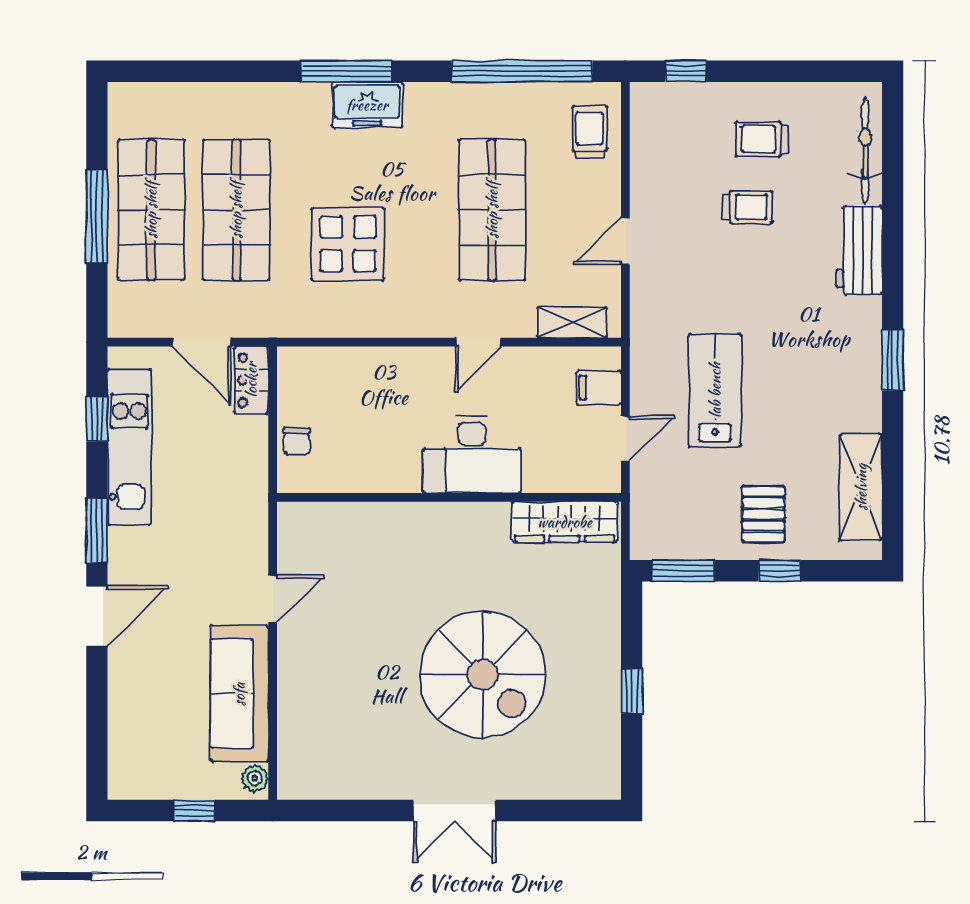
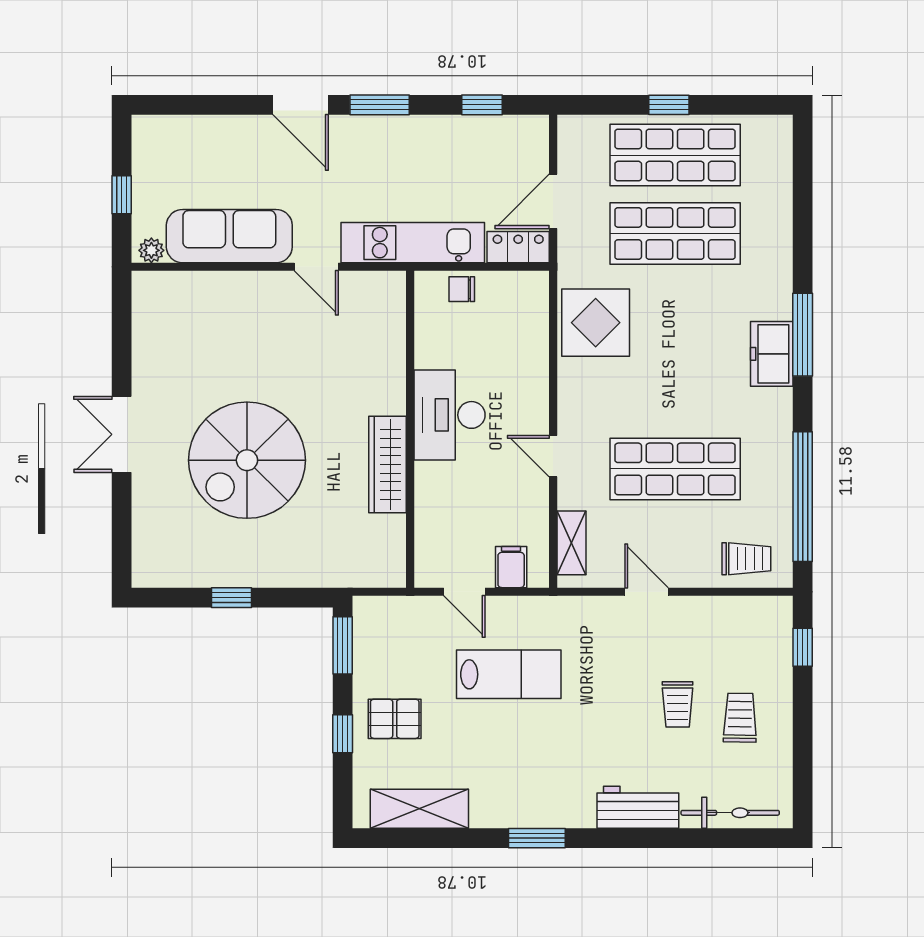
window: (97, 217) -> (669, 105), width x0.46
display table: (348, 244) -> (596, 323), moved
kitchen unit: (129, 447) -> (413, 243), moved, turned 180
desk: (472, 455) -> (449, 415), moved
wardrobe: (565, 522) -> (388, 465), moved

